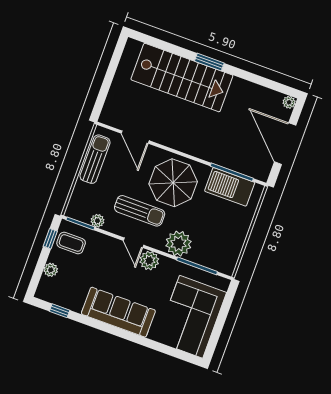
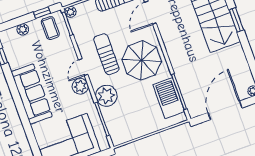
sun lounger: (140, 211) -> (106, 54), turned 180
plant: (97, 221) -> (70, 12), moved

